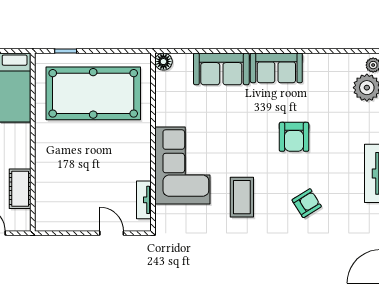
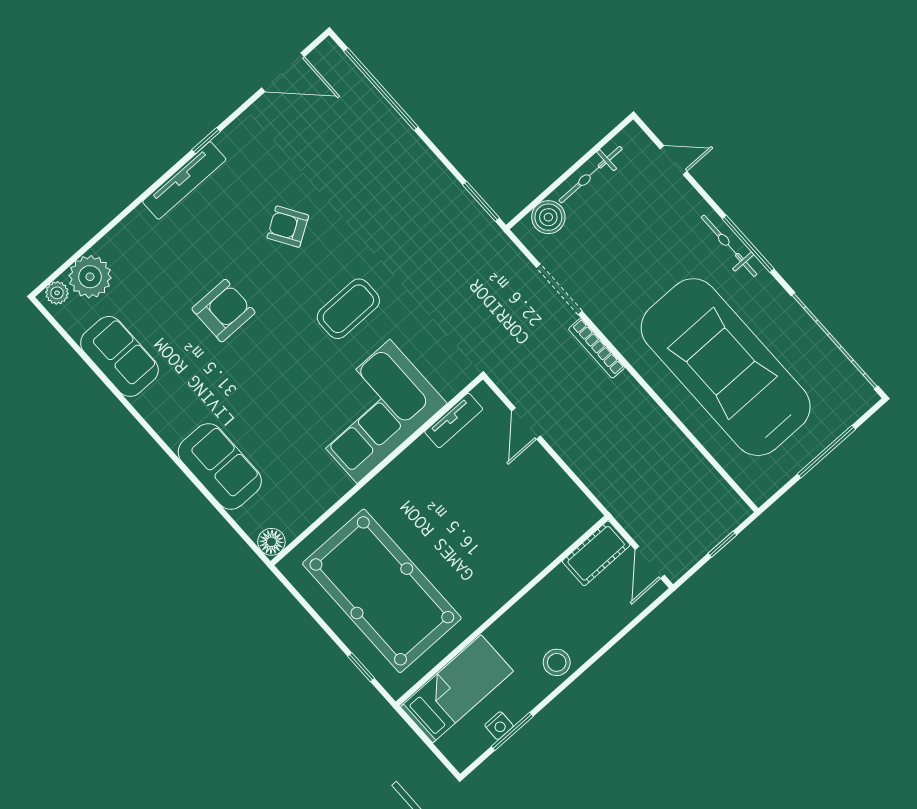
sofa: (276, 68) -> (119, 356), moved
cot: (20, 189) -> (596, 553), moved

